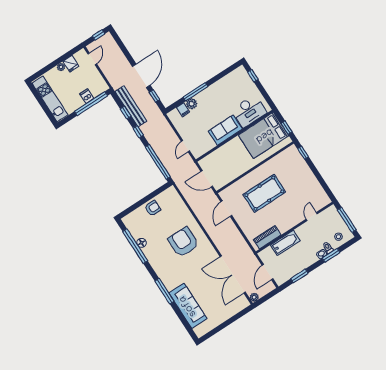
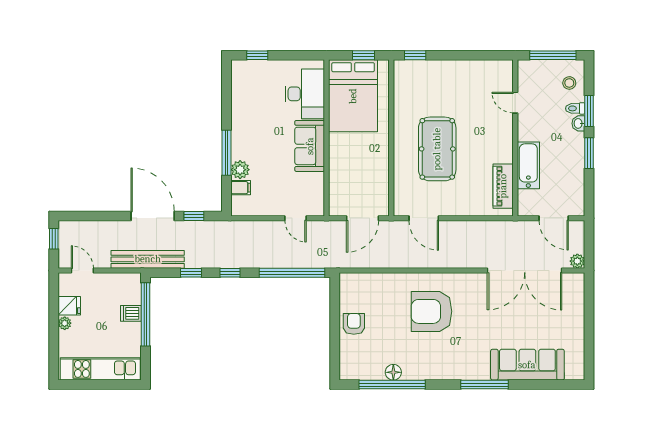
bench: (131, 106) -> (148, 259), moved
window: (299, 276) -> (589, 153), moved

